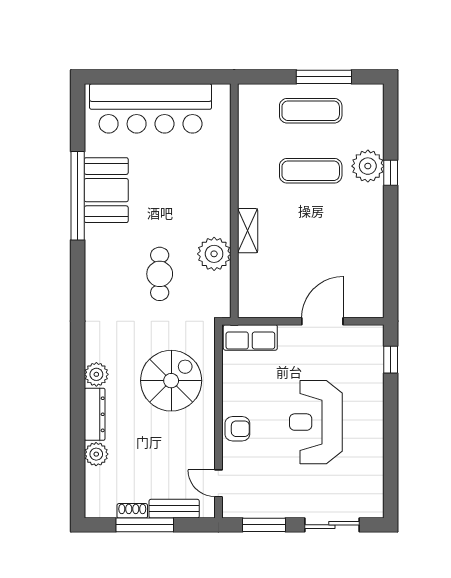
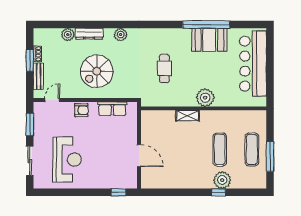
plant: (214, 254) -> (205, 98), moved
cafe table: (160, 274) -> (164, 69), turned 90
row of seats: (250, 337) -> (112, 109), moved, turned -90
plant: (96, 374) -> (121, 35), moved
spiral stairs: (171, 381) -> (97, 71), moved, turned 90
reception desk: (316, 422) -> (67, 160), moved, turned 90
armchair: (237, 429) -> (81, 110), turned -90
window: (145, 525) -> (30, 60), width x0.69

